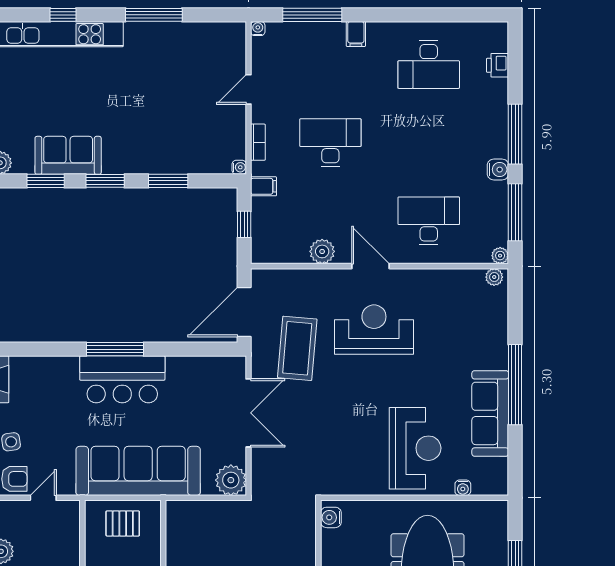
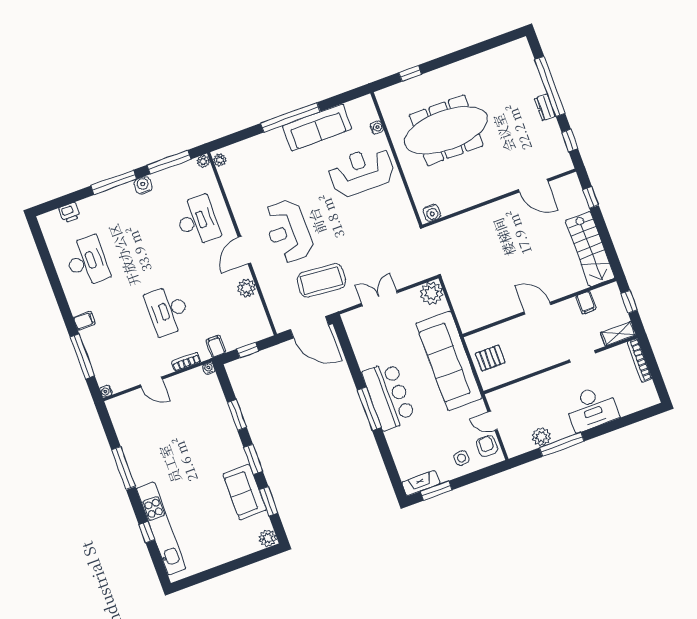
desk: (429, 221) -> (197, 221), turned 180
double door: (248, 413) -> (380, 298), width x0.73
pallet: (123, 523) -> (490, 358), turned 90

